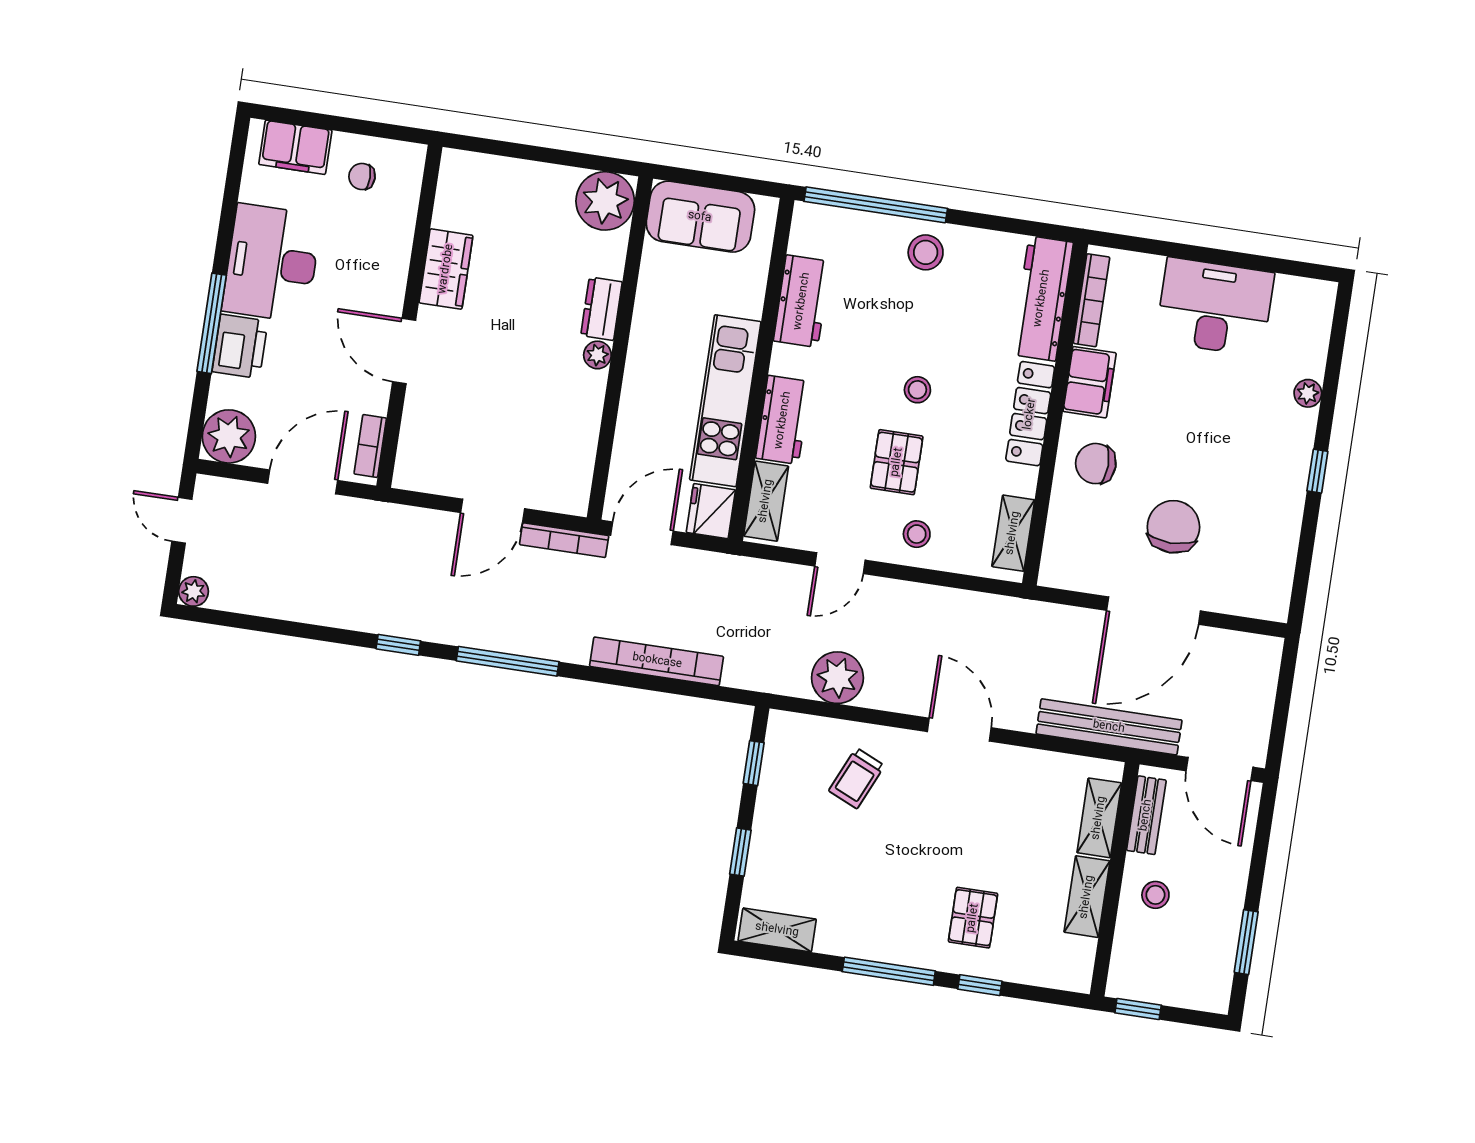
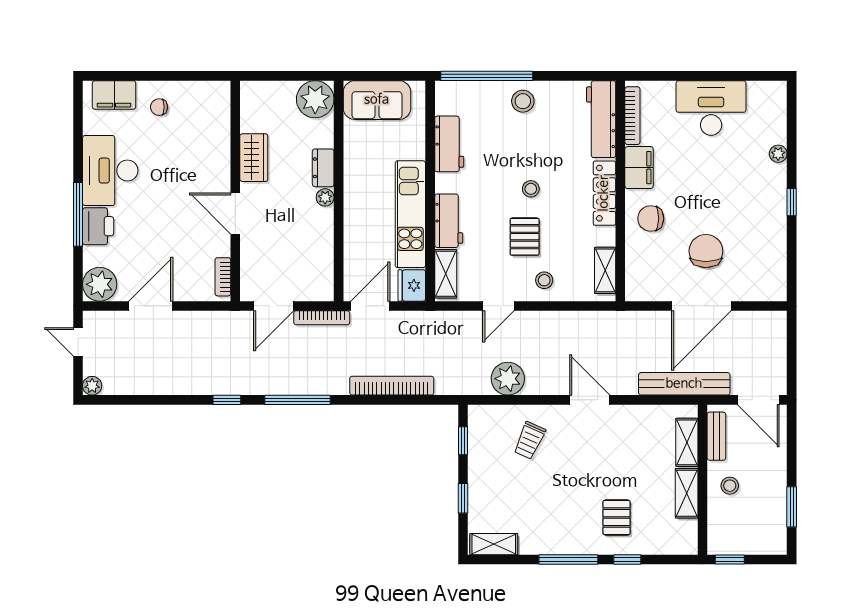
wardrobe: (446, 269) -> (254, 158), moved
wall: (409, 316) -> (235, 191), moved
door: (404, 351) -> (235, 213), moved
bookcase: (370, 446) -> (223, 277), moved

